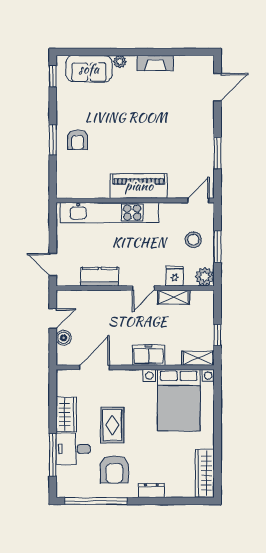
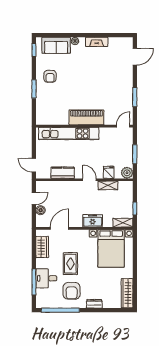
armchair: (78, 140) -> (50, 76), moved
stool: (193, 240) -> (120, 150), removed
door: (143, 288) -> (89, 180), swing flipped
wardrobe: (66, 414) -> (42, 247), moved

